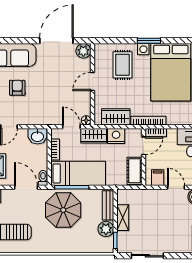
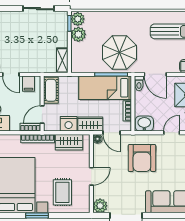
armchair: (17, 88) -> (142, 158), moved, width x1.88, depth x1.88
bench: (108, 205) -> (76, 57), removed
shelving: (123, 218) -> (62, 60), moved
plant: (107, 245) -> (78, 19), added

